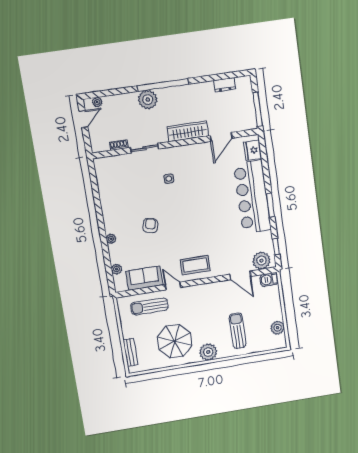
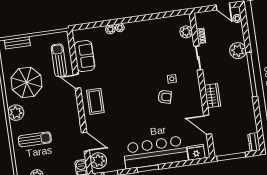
dresser: (225, 85) -> (254, 142), moved
plant: (148, 100) -> (238, 51), moved
wardrobe: (188, 131) -> (212, 96), width x0.67
plant: (114, 163) -> (186, 32), added
armchair: (150, 226) -> (165, 97), moved
plant: (116, 269) -> (110, 29), moved
door: (240, 275) -> (85, 142), swing flipped
door: (173, 286) -> (77, 81), swing flipped

